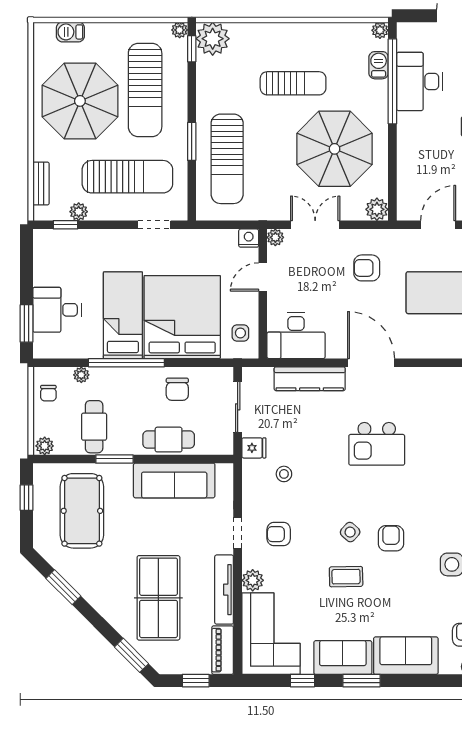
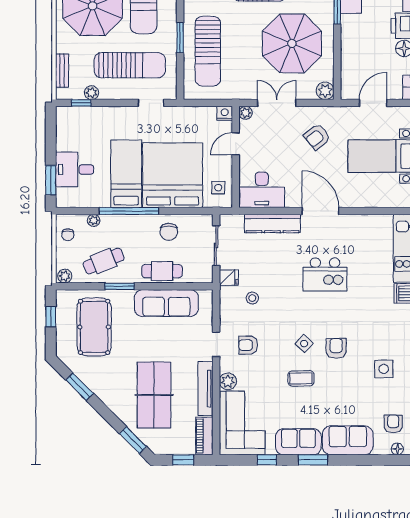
armchair: (367, 268) -> (317, 137), turned -38
cafe table: (94, 427) -> (104, 261), turned 68

